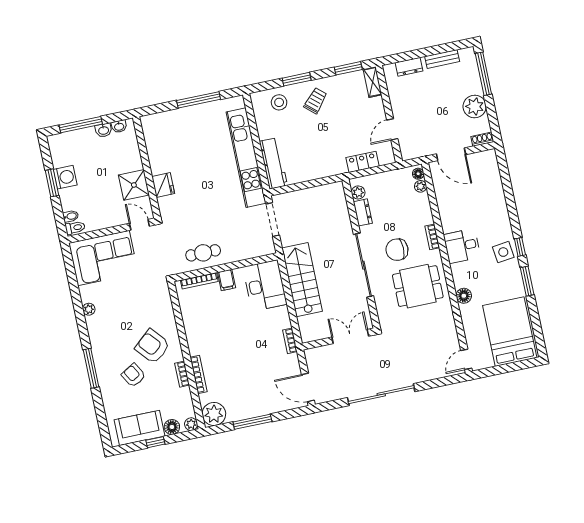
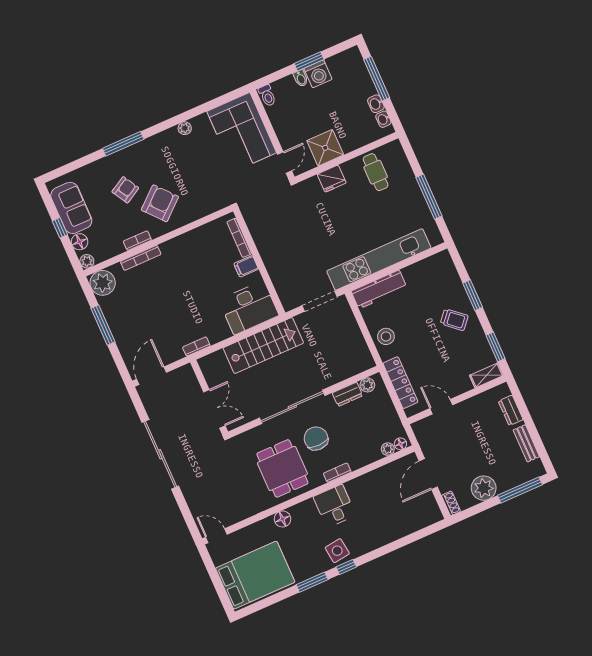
stool: (279, 102) -> (386, 336), moved
locker: (362, 162) -> (400, 383), width x1.53
bidet: (71, 216) -> (301, 78), moved
cafe table: (203, 253) -> (376, 172), moved

